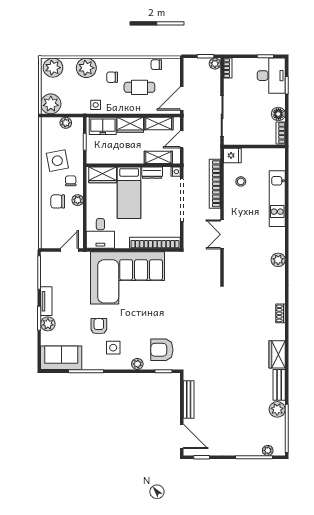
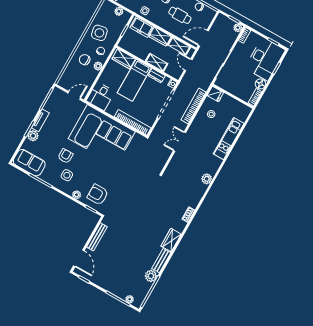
desk: (271, 76) -> (265, 59), width x1.36, depth x1.30
door: (182, 139) -> (188, 65), hinge flipped
shelving: (158, 157) -> (157, 62), moved

